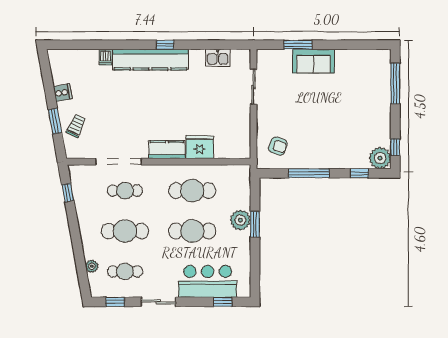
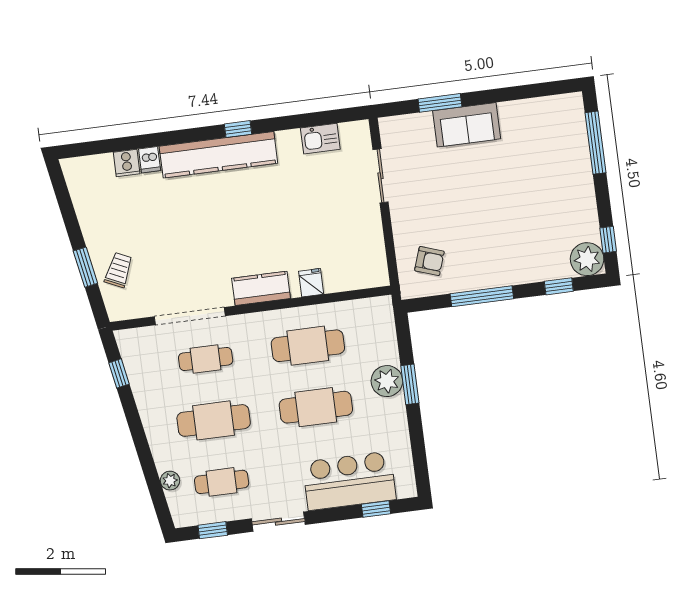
cooker: (63, 93) -> (127, 163), moved, turned 100
fridge: (200, 147) -> (311, 283), width x0.53, depth x0.75

